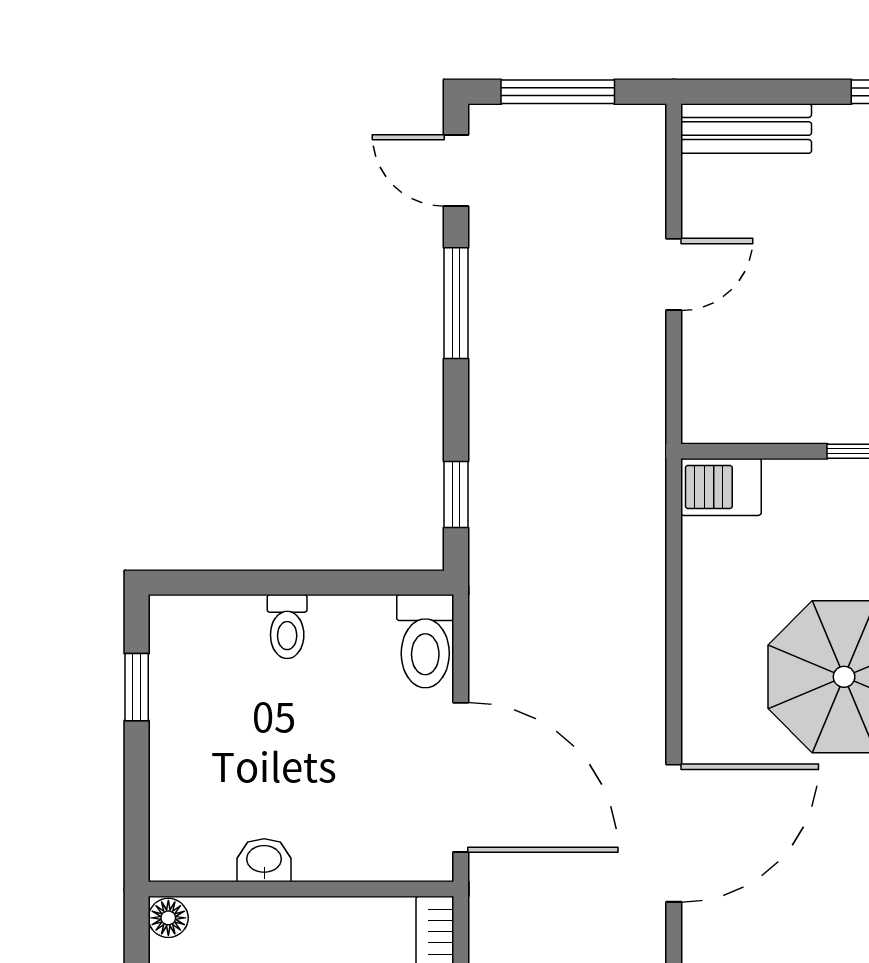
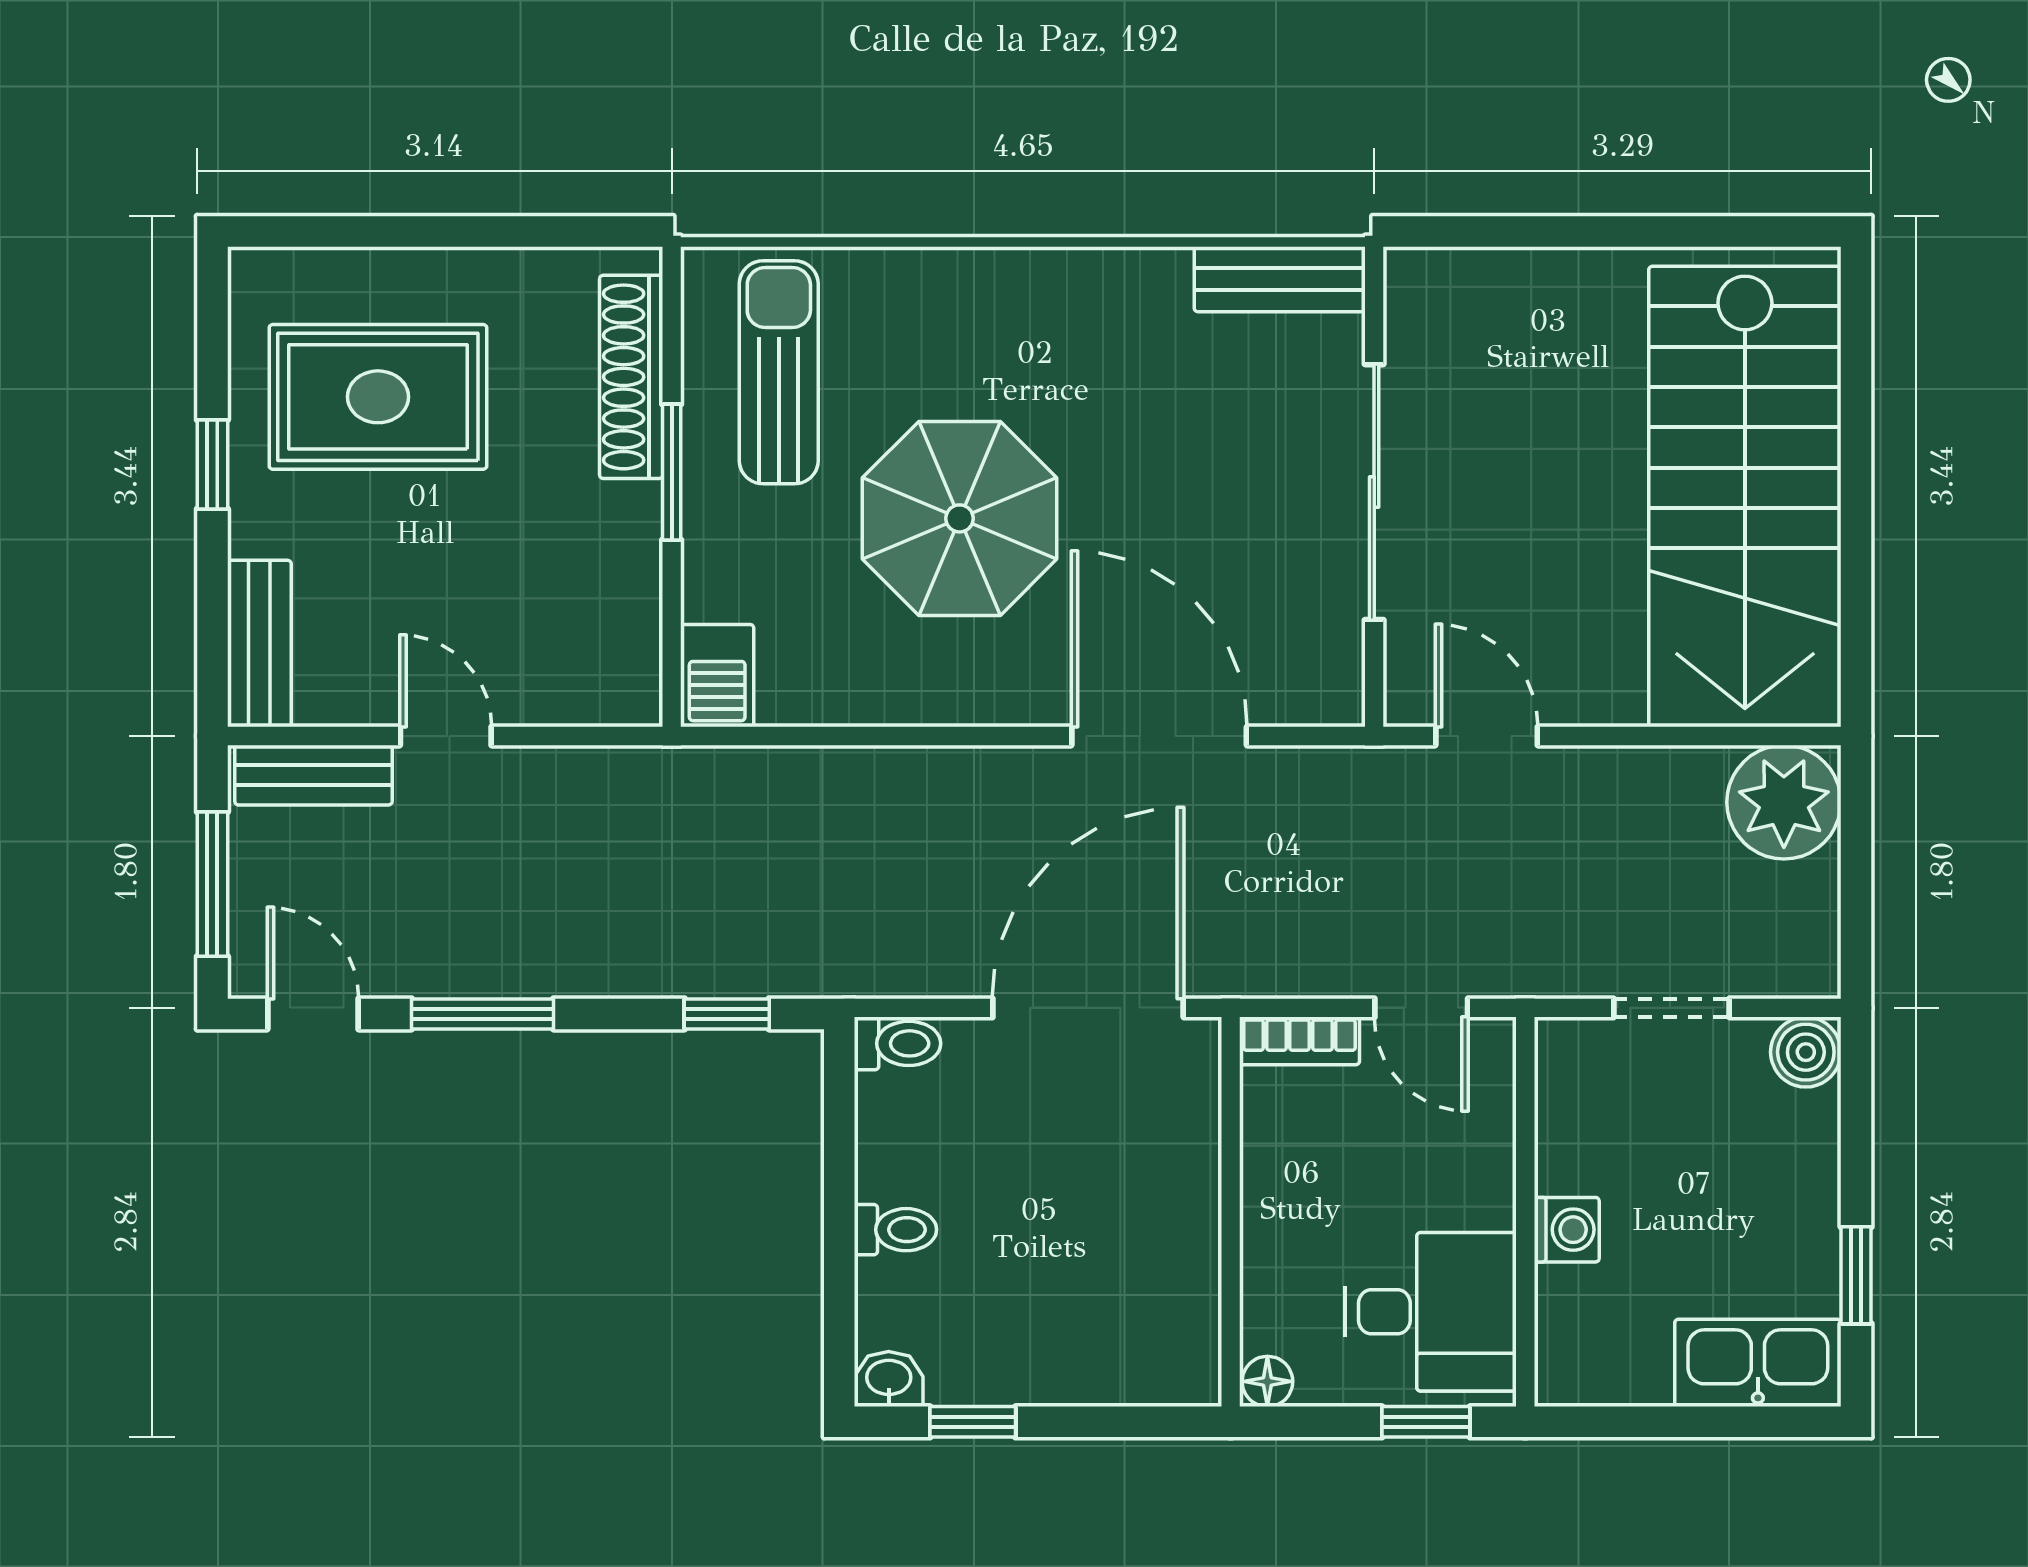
door: (456, 170) -> (313, 1014), swing flipped
bench: (643, 171) -> (313, 775), added
toilet: (425, 641) -> (898, 1043), width x0.73, depth x0.72
washbasin: (264, 860) -> (889, 1379), moved, turned 90

